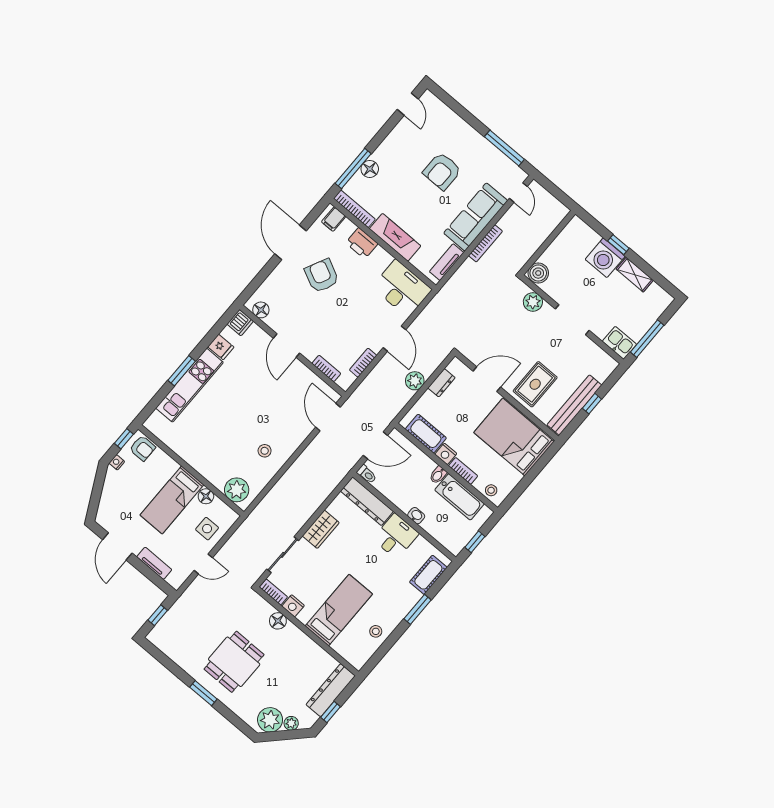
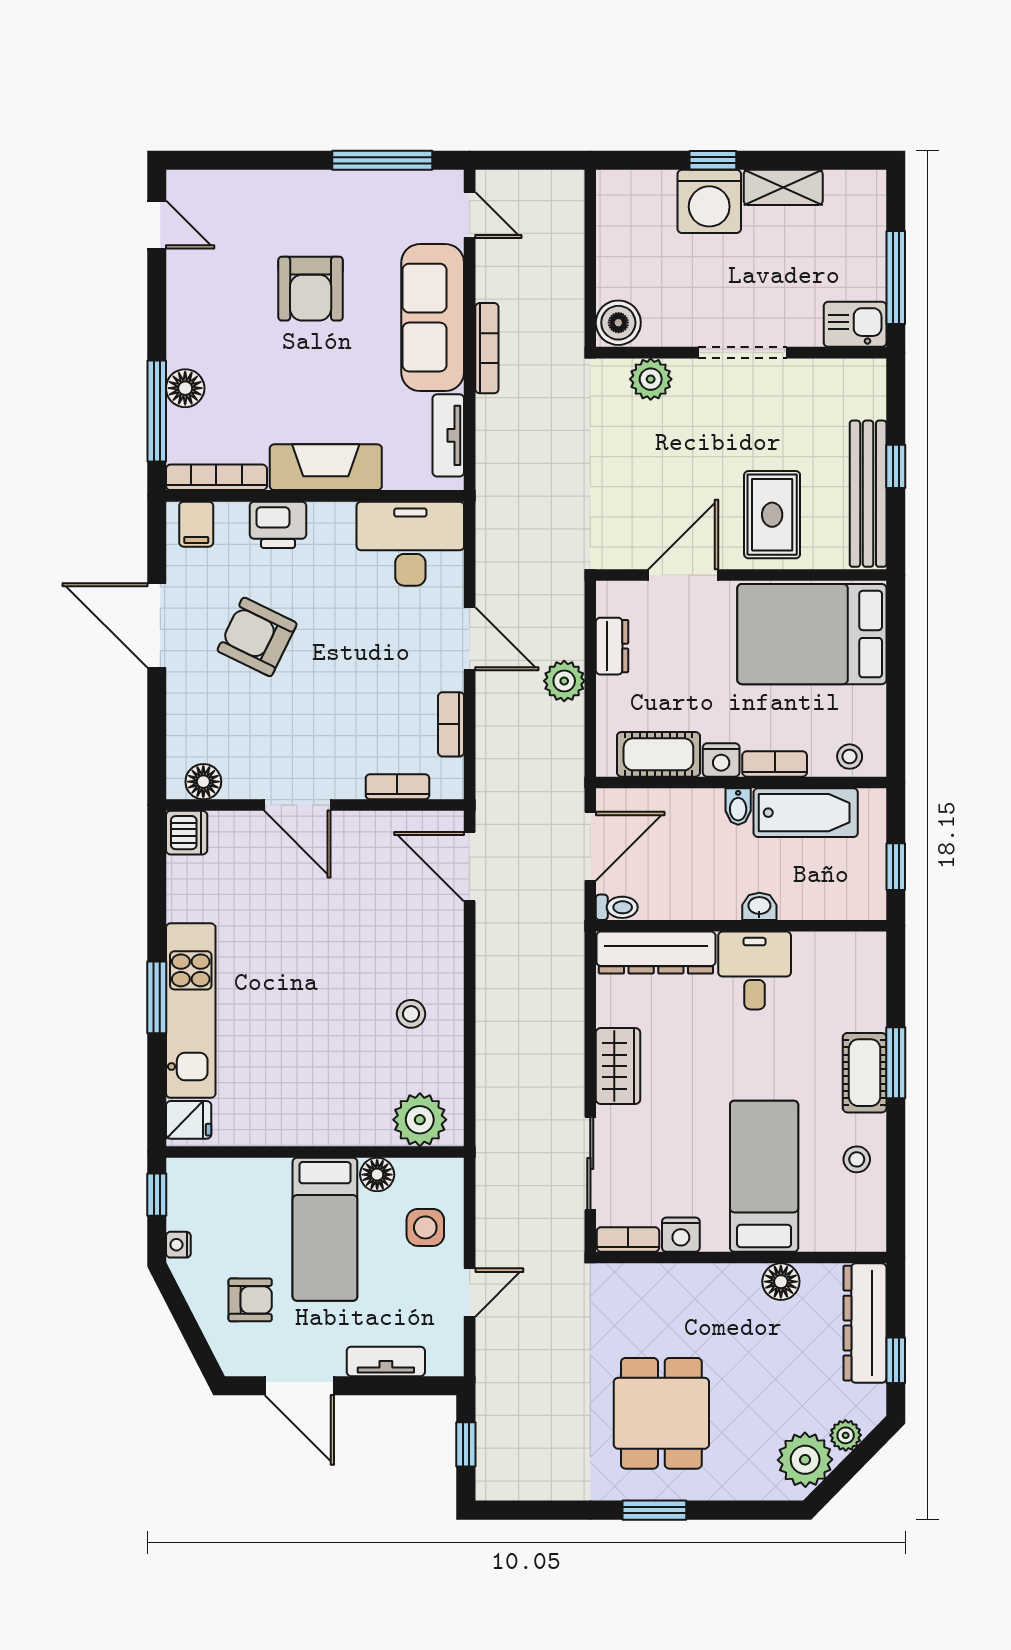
fridge: (221, 347) -> (189, 1120), moved
armchair: (142, 448) -> (250, 1300), moved
cot: (428, 575) -> (865, 1073), moved
floor lamp: (278, 621) -> (781, 1282), moved

